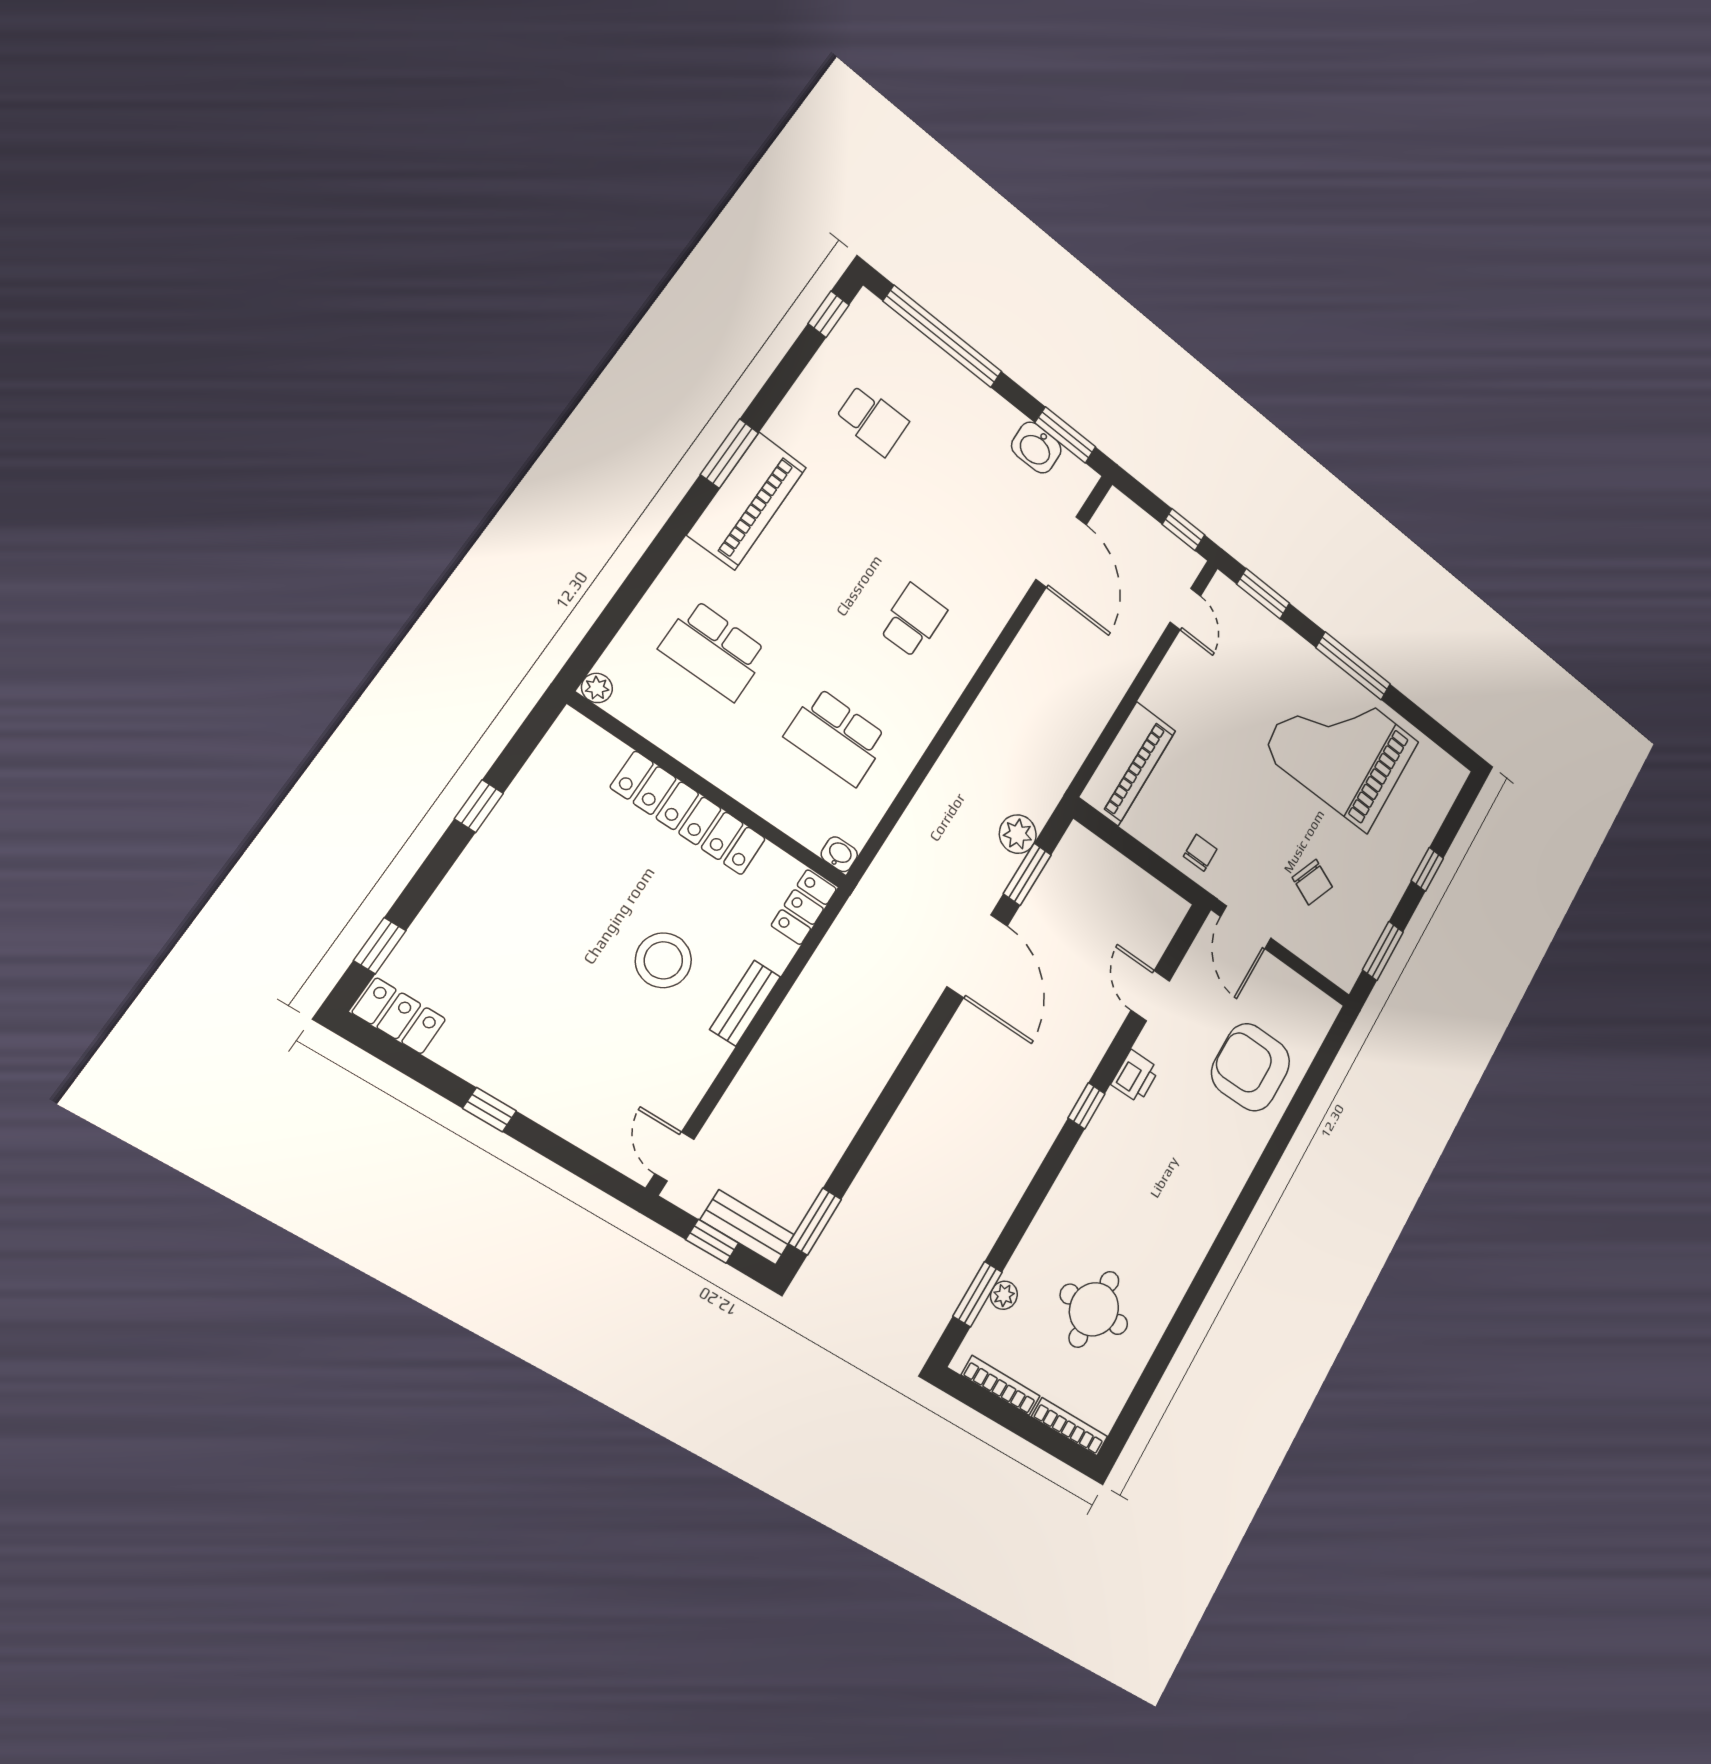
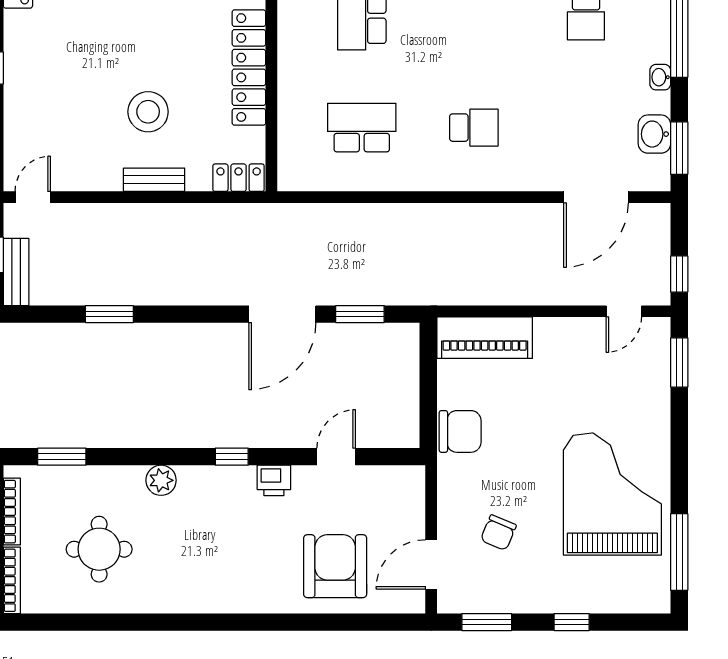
window: (1353, 666) -> (679, 552), moved
school desk: (836, 737) -> (362, 128), turned 90
plant: (1018, 834) -> (382, 290), removed
chair: (1200, 853) -> (460, 431), width x1.87, depth x1.87
washbasin: (839, 854) -> (660, 77), moved, turned 180
door: (1246, 927) -> (431, 564), moved
window: (815, 1222) -> (109, 314), moved
plant: (1004, 1295) -> (161, 480), moved, width x1.38, depth x1.38

